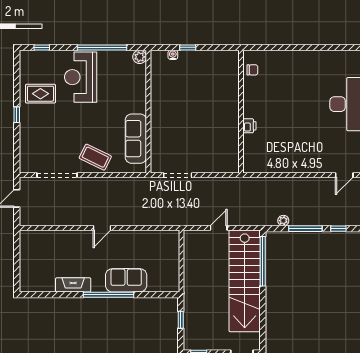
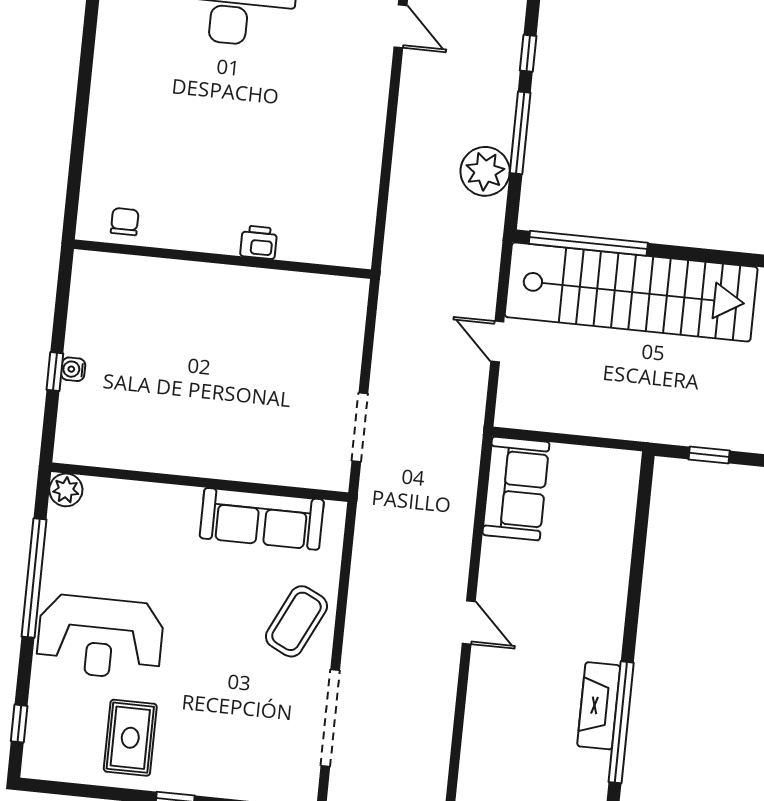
water cooler: (173, 55) -> (73, 369), moved
plant: (283, 221) -> (485, 171), width x1.88, depth x1.88
sofa: (126, 280) -> (516, 489), moved, turned 180
window: (108, 295) -> (621, 722), moved

